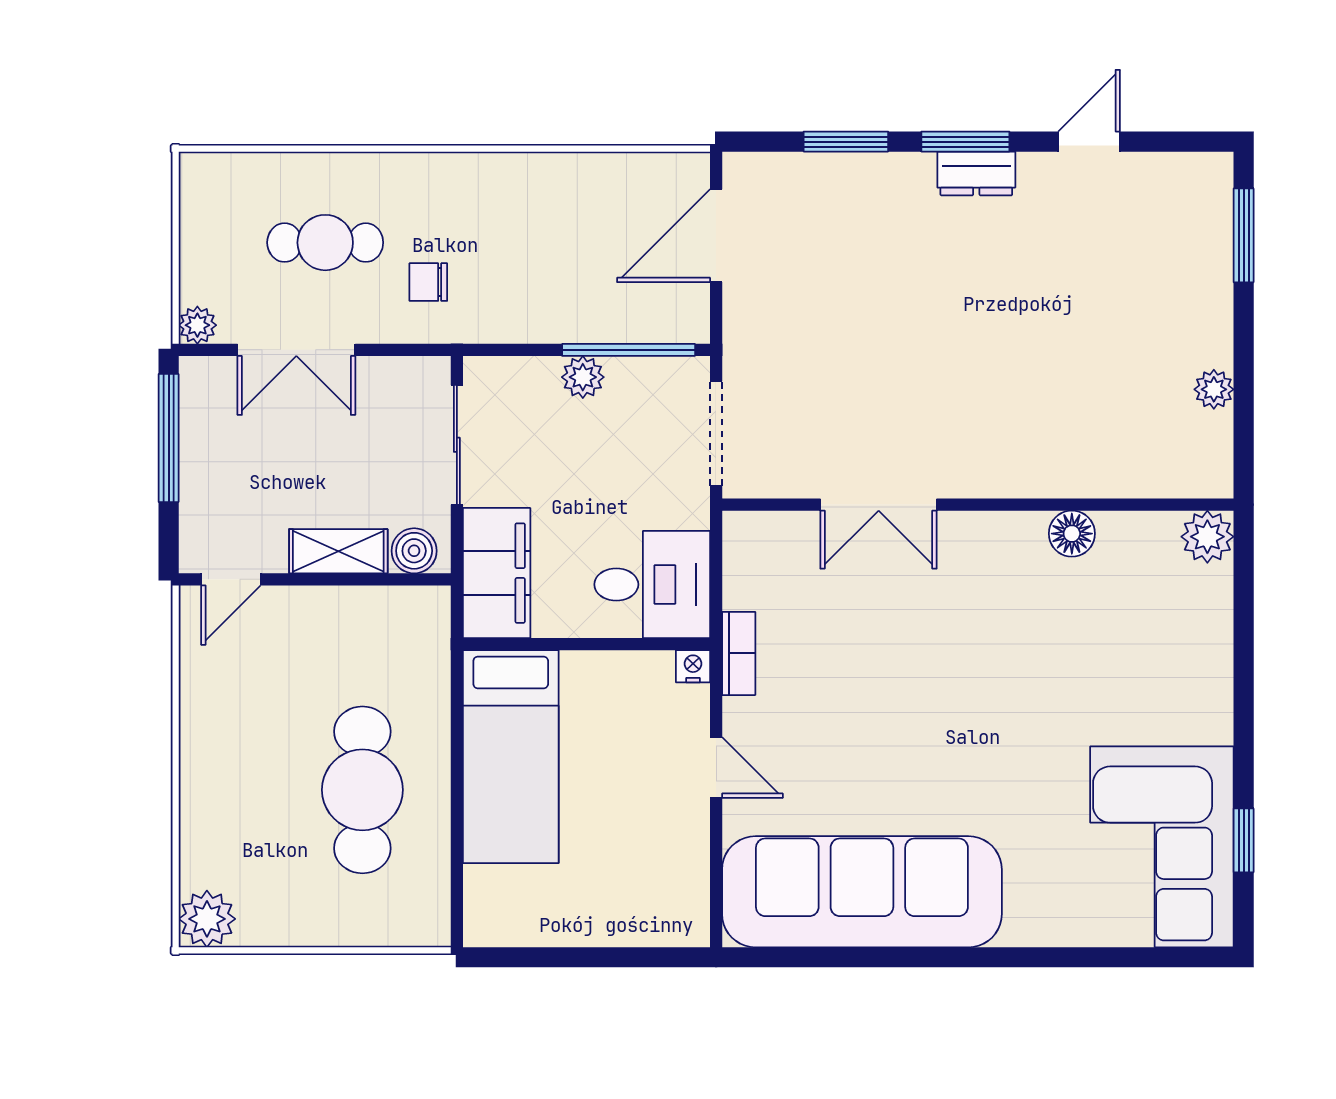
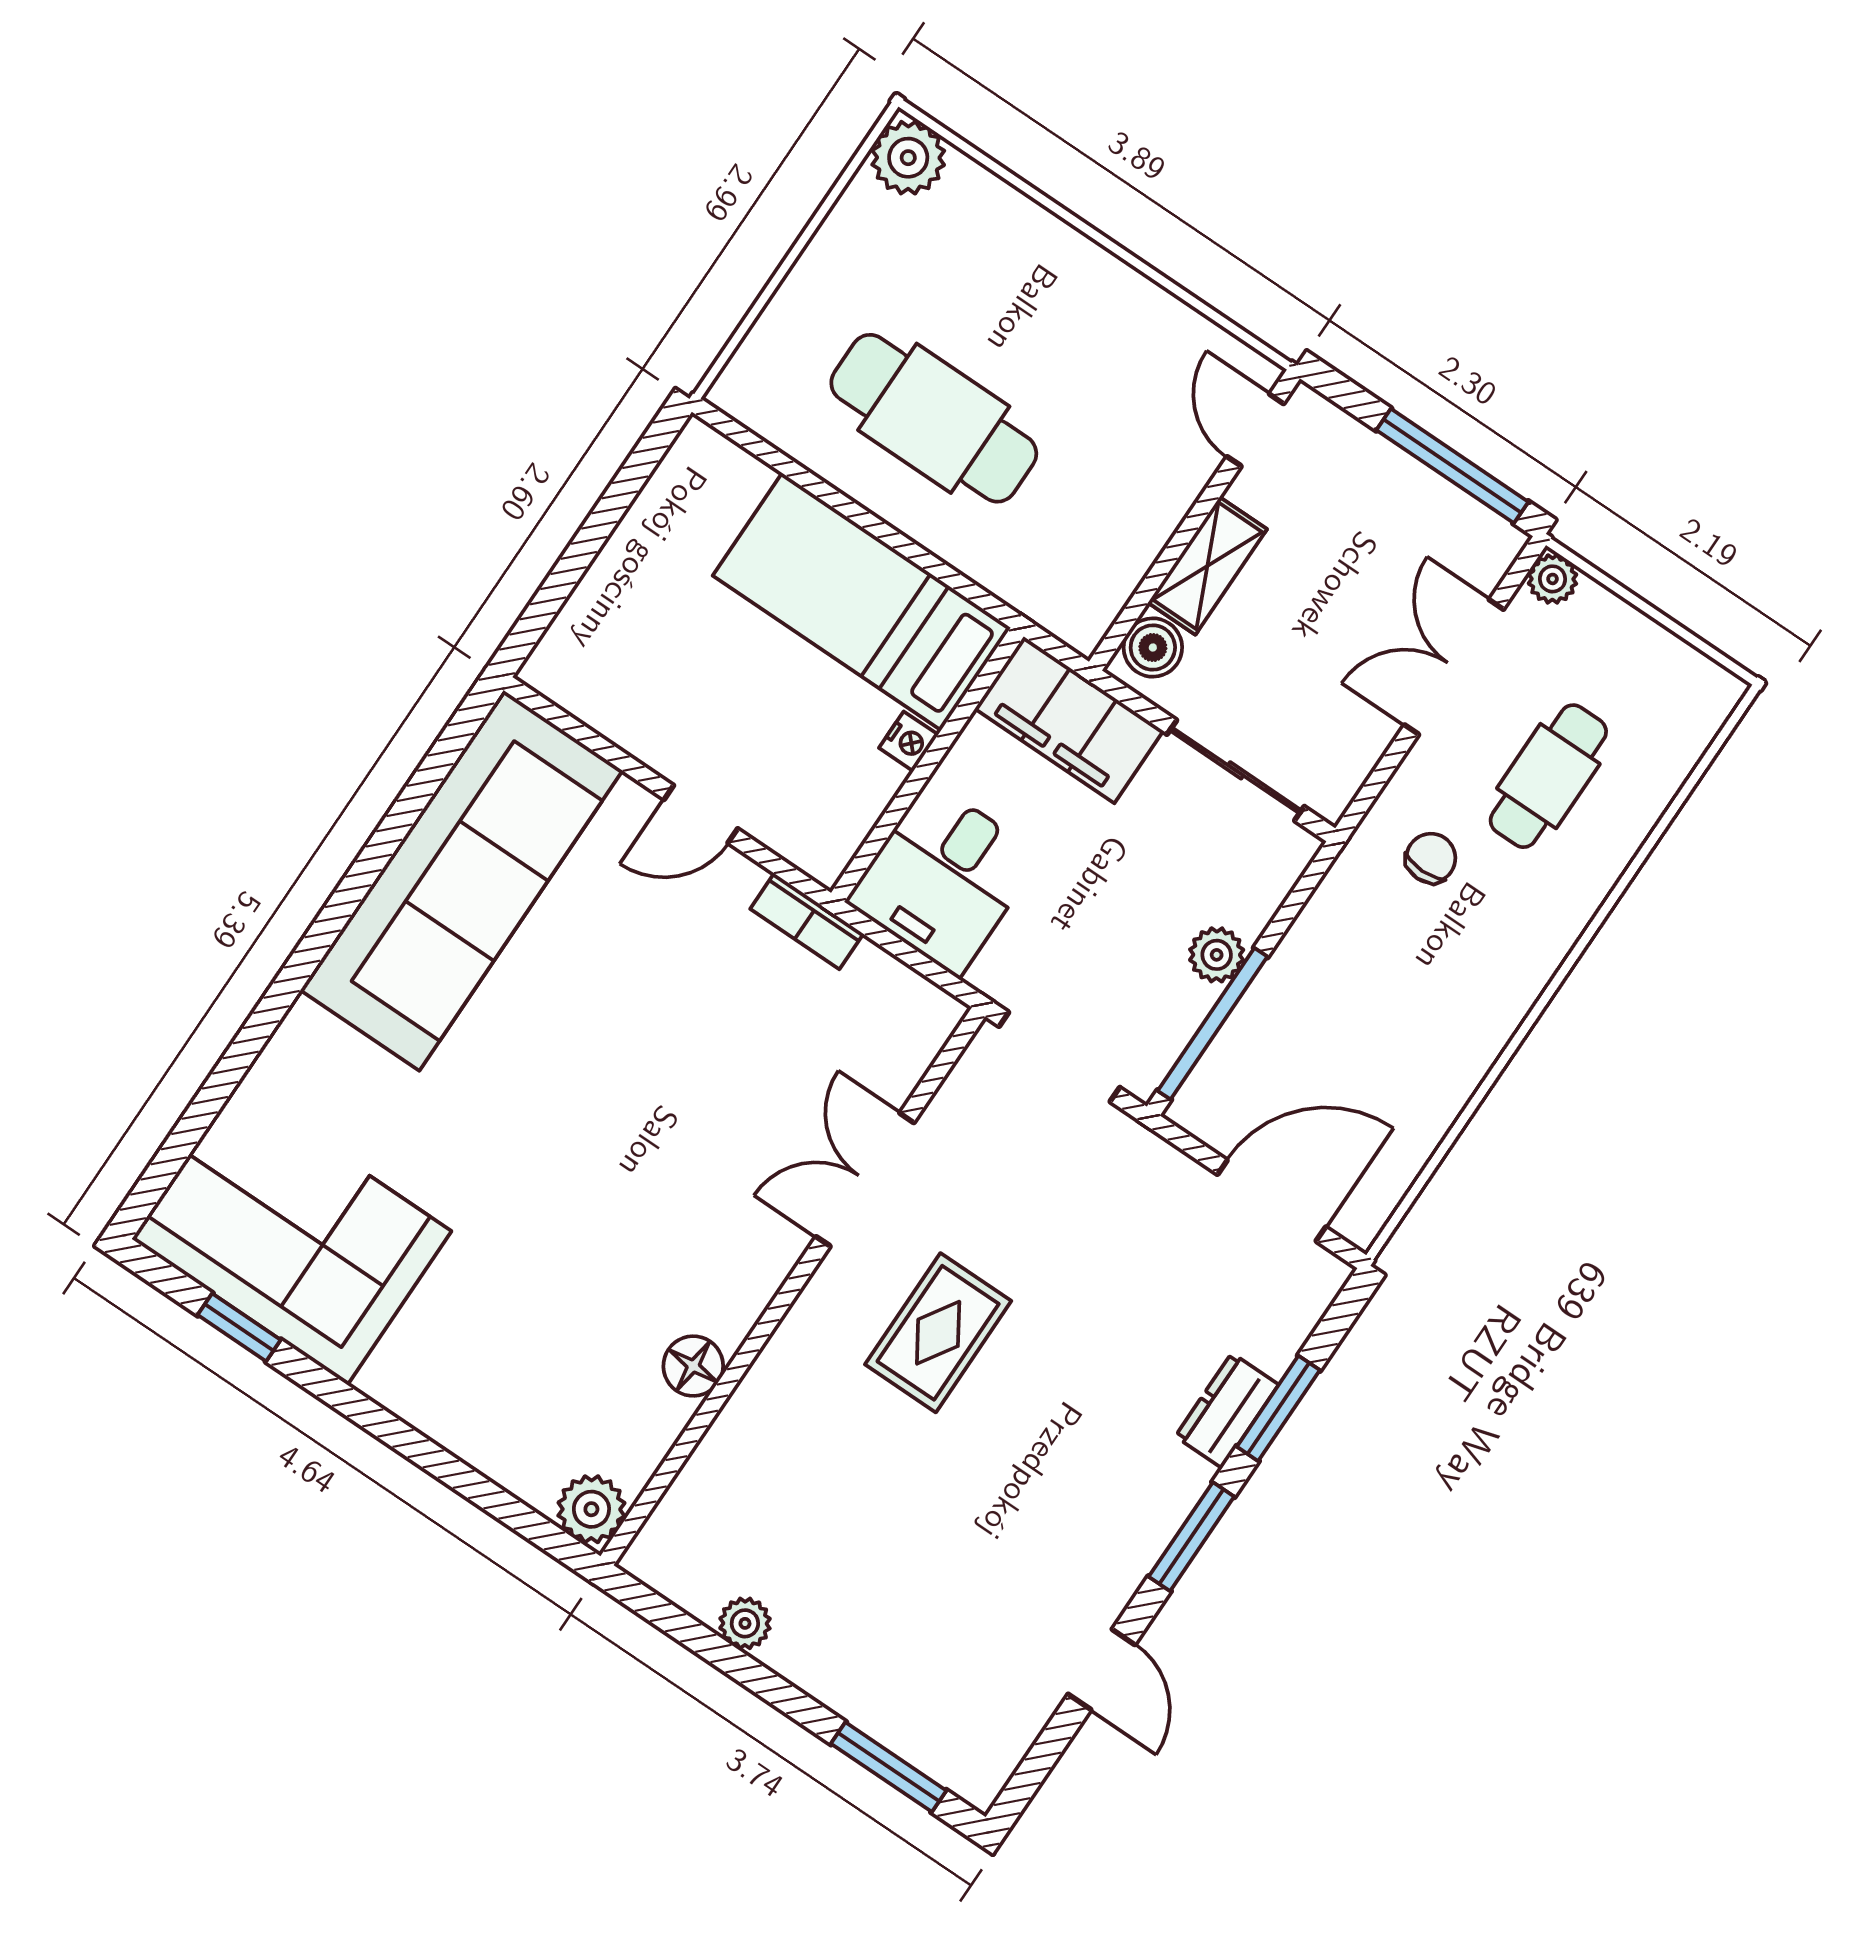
dresser: (976, 174) -> (1227, 1411), moved
door: (716, 236) -> (1272, 1201), hinge flipped
rug: (945, 392) -> (938, 1333), added
nightstand: (693, 666) -> (909, 741), moved

